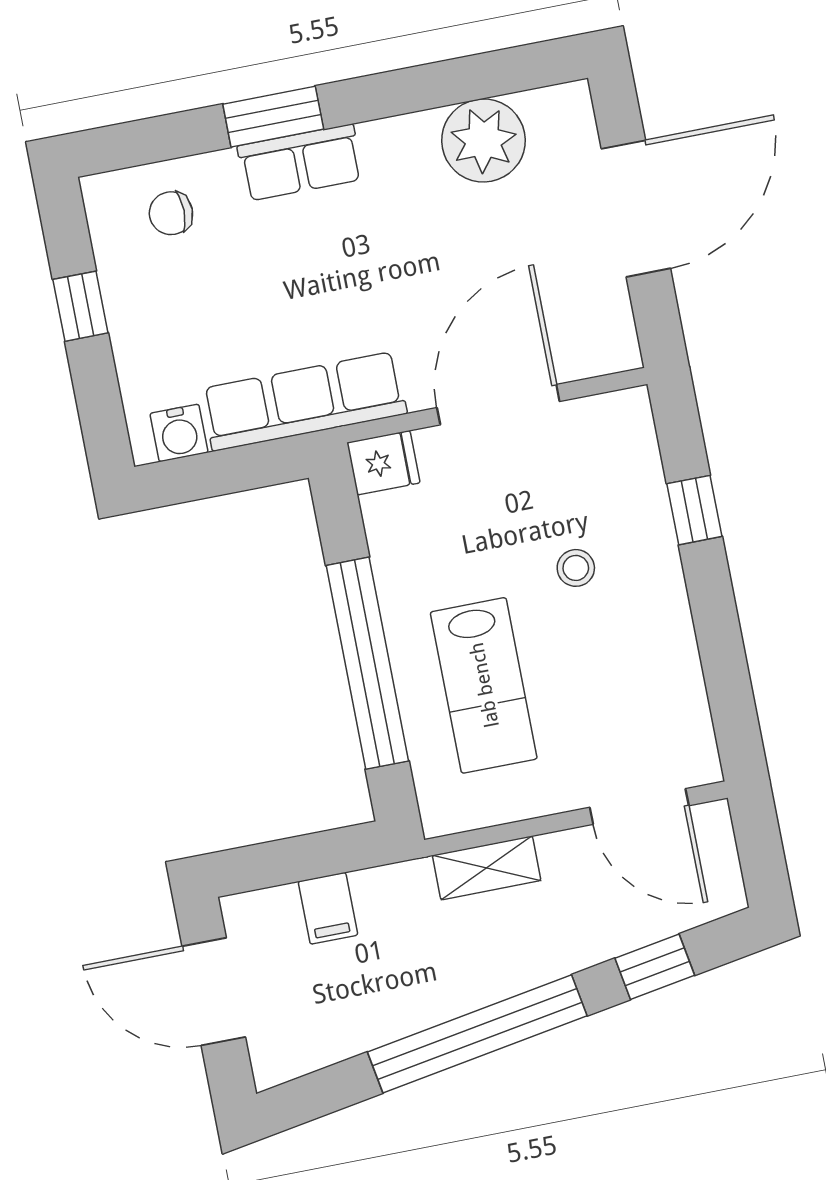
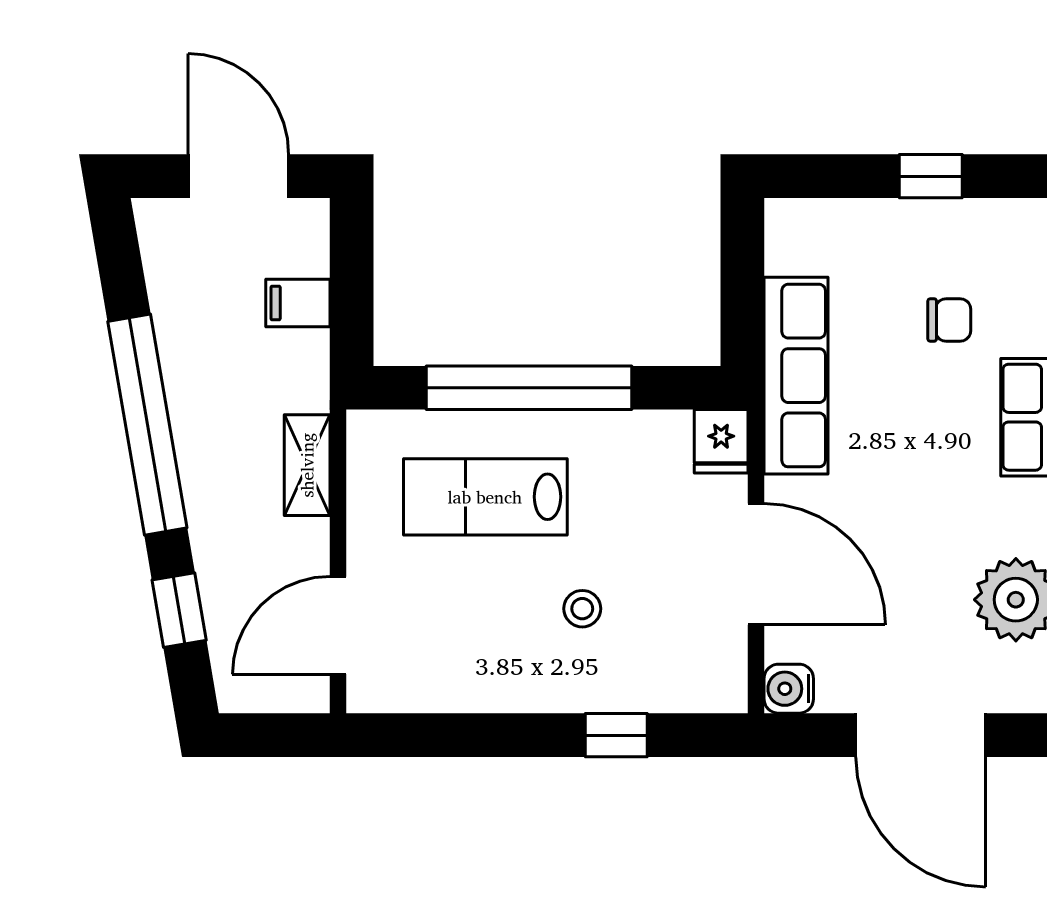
chair: (171, 213) -> (949, 320), moved, turned 90
water cooler: (179, 433) -> (789, 689), moved
door: (214, 992) -> (238, 176), hinge flipped

